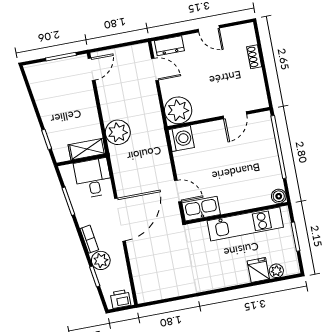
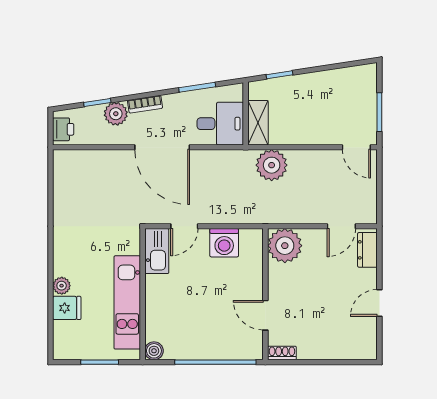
shoe rack: (254, 57) -> (282, 353), moved
washing machine: (181, 139) -> (224, 243), moved
plant: (276, 271) -> (62, 286), moved

